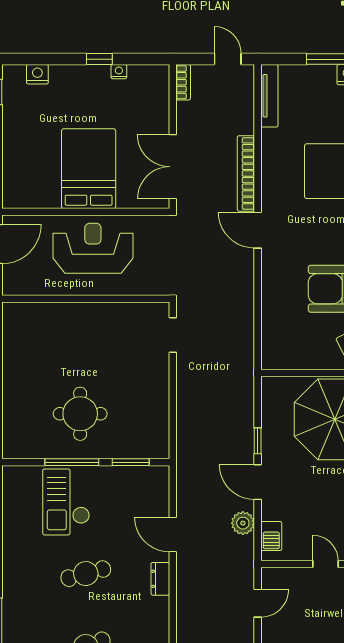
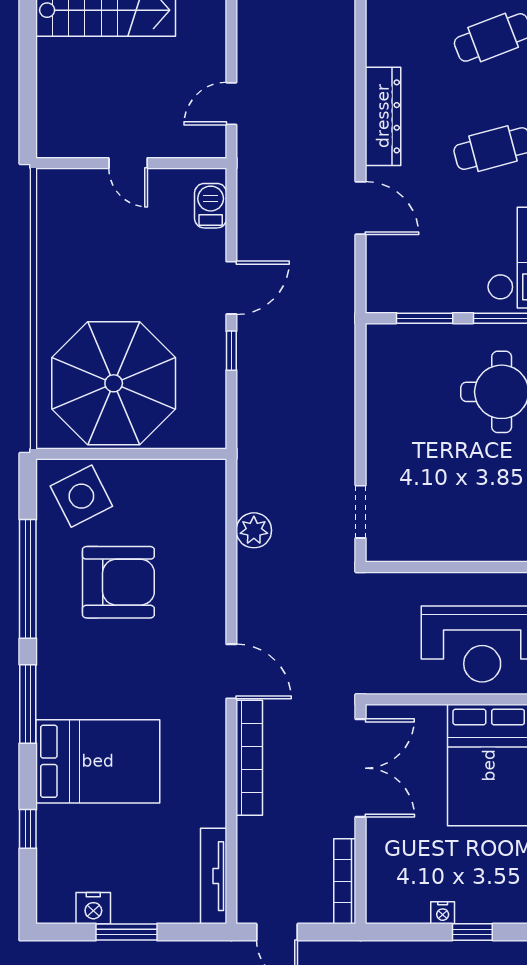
bookcase: (183, 82) -> (345, 881), width x1.56
door: (258, 482) -> (231, 288), hinge flipped
plant: (243, 523) -> (254, 530), moved
dresser: (160, 579) -> (383, 116), width x1.96, depth x1.24

